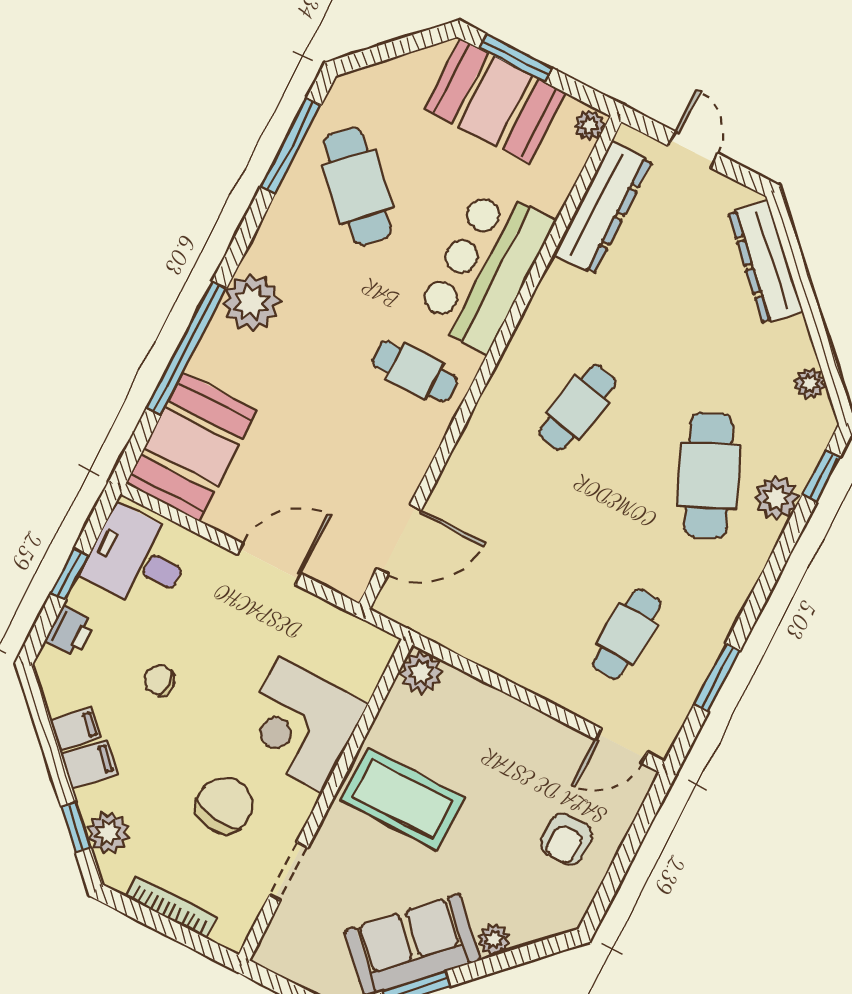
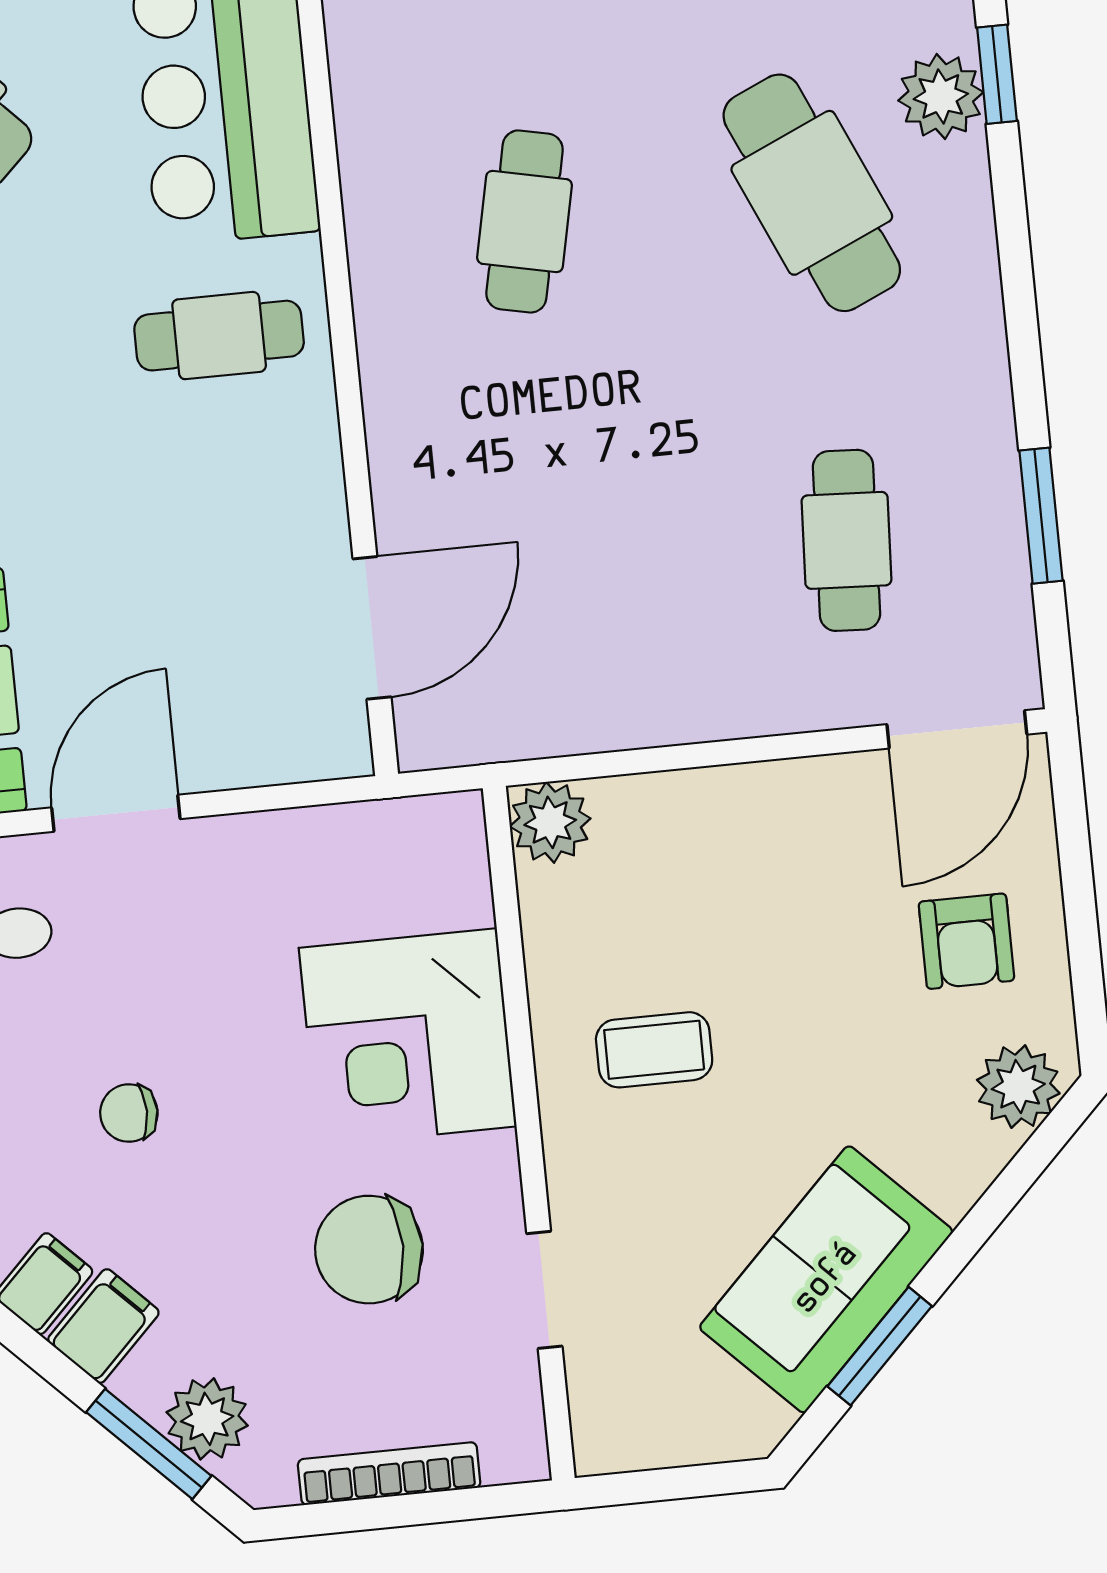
plant: (776, 498) -> (941, 96), moved
door: (269, 564) -> (116, 813), moved
door: (621, 746) -> (957, 729), width x1.38
coffee table: (402, 799) -> (654, 1050), width x0.54, depth x0.58
chair: (225, 805) -> (369, 1250), turned -97
window: (76, 827) -> (149, 1444), width x1.50
plant: (494, 940) -> (1018, 1087), moved, width x1.38, depth x1.38

